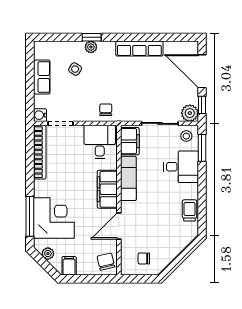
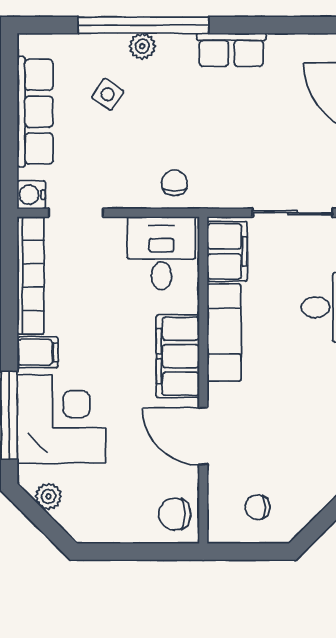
window: (92, 37) -> (144, 25), width x3.17
row of seats: (139, 49) -> (231, 50), width x0.68
row of seats: (42, 77) -> (35, 112), width x1.48
door: (119, 226) -> (203, 436), hinge flipped
chair: (106, 262) -> (175, 514), turned -77
filing cabinet: (69, 266) -> (38, 352), moved, turned 90

